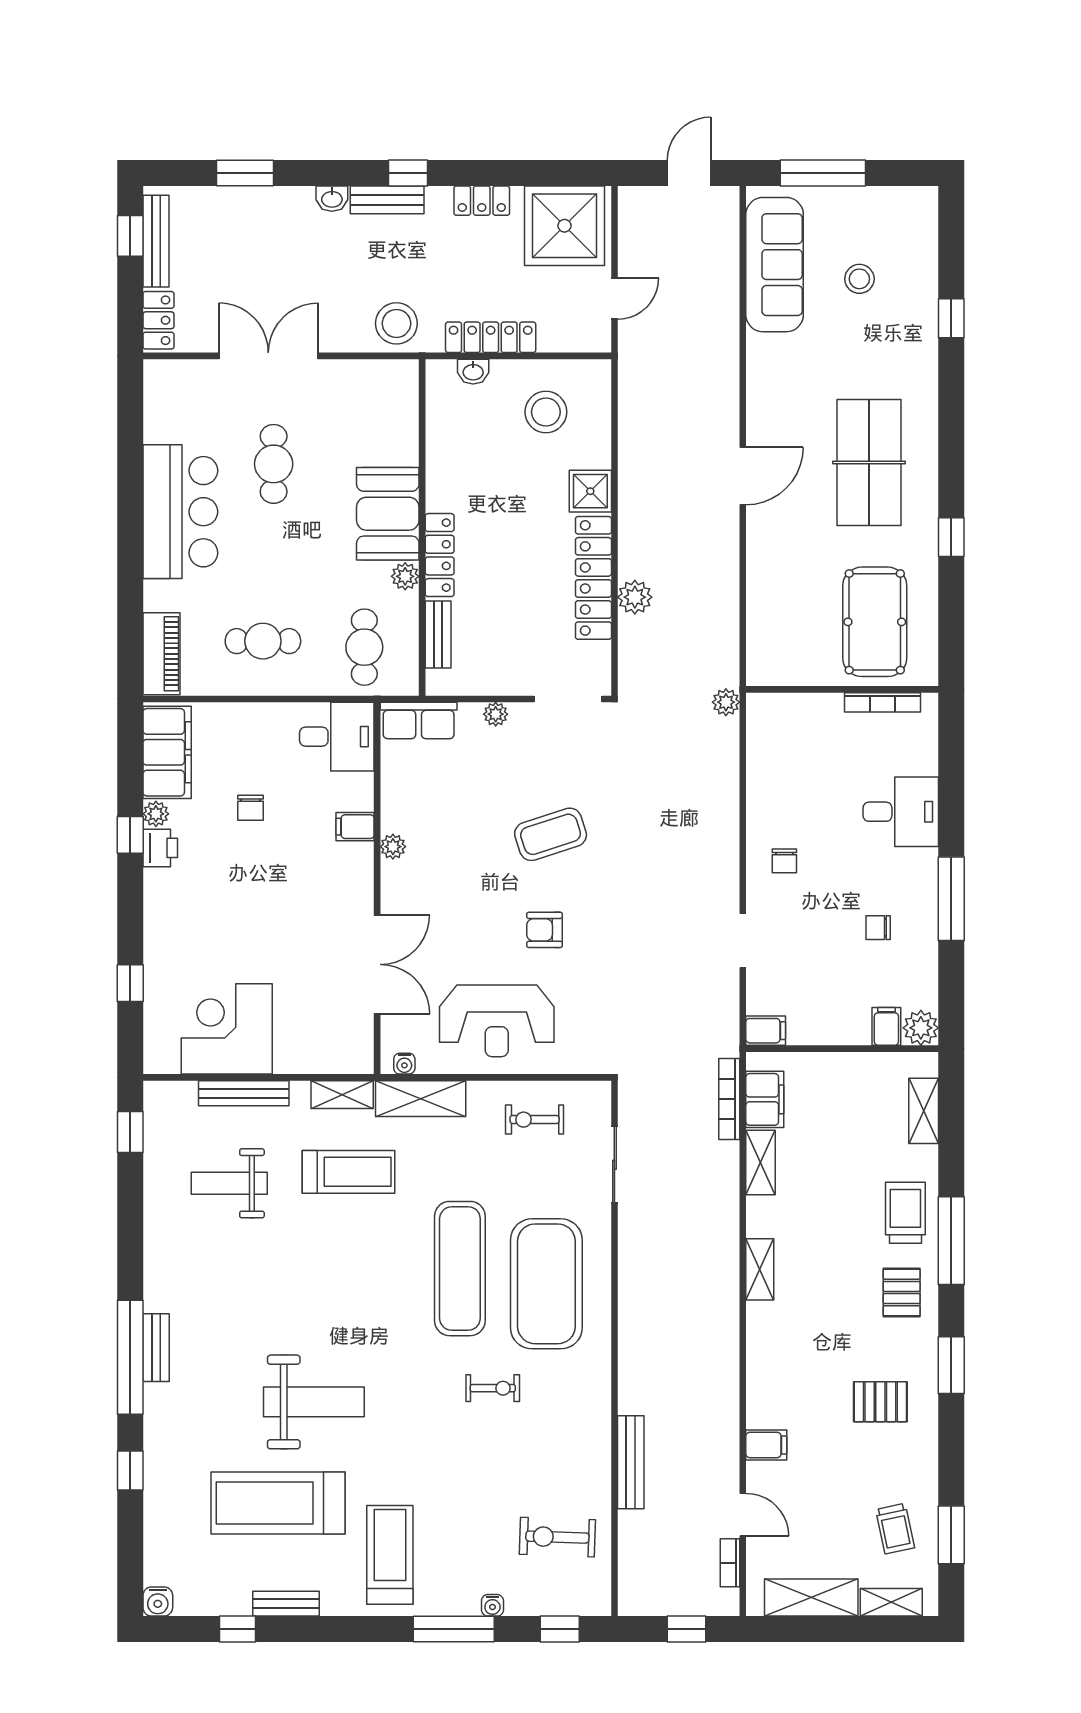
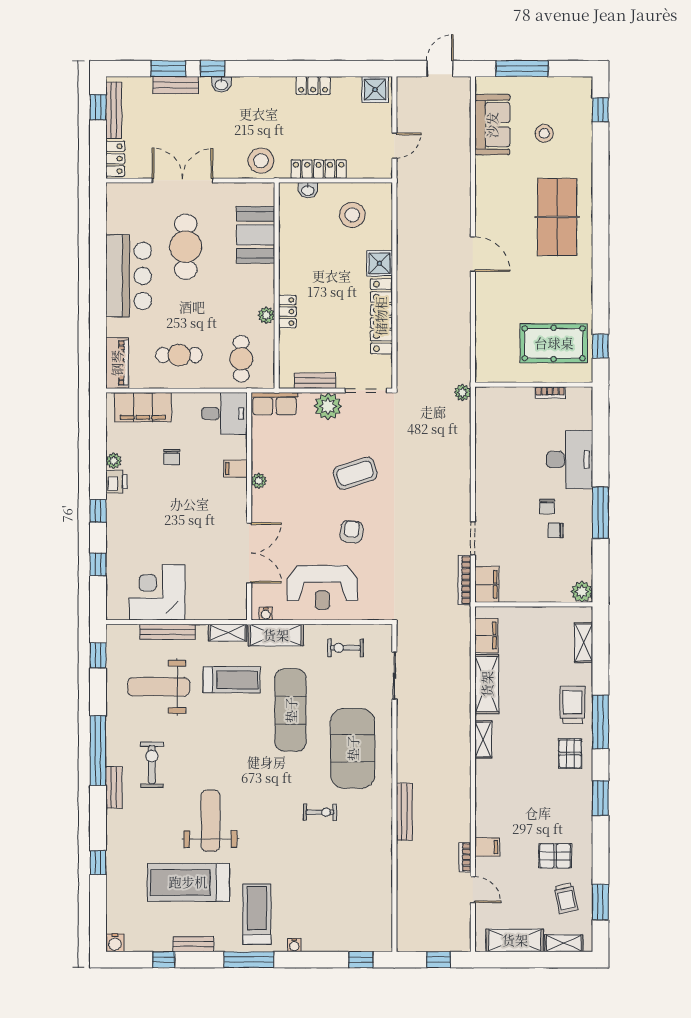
window: (408, 173) -> (213, 69), moved
bench: (387, 200) -> (176, 85), moved
shower: (565, 226) -> (375, 90), width x0.54, depth x0.54
sofa: (775, 265) -> (492, 125), width x0.73
window: (951, 318) -> (600, 110), moved
table tennis table: (869, 463) -> (557, 217), moved
cafe table: (274, 464) -> (186, 247), width x1.37, depth x1.35
door: (743, 476) -> (473, 254), hinge flipped
booth: (388, 514) -> (256, 235), moved
window: (951, 537) -> (600, 346), moved
locker: (440, 555) -> (287, 312), width x0.66
plant: (635, 597) -> (407, 328), removed
pool table: (875, 622) -> (554, 343), turned 90
bench: (438, 635) -> (315, 381), moved, turned 90
bookcase: (883, 702) -> (550, 392), width x0.64
plant: (496, 714) -> (328, 406), width x1.88, depth x1.88
filing cabinet: (167, 752) -> (143, 407), moved, turned 90
desk: (901, 812) -> (570, 459), width x1.37
window: (130, 835) -> (98, 511), moved
chair: (784, 861) -> (547, 506), moved
armchair: (545, 930) -> (352, 532), turned 97
filing cabinet: (886, 1026) -> (561, 591), removed
filing cabinet: (766, 1031) -> (487, 584), width x2.00
bookcase: (729, 1099) -> (465, 580), moved
shelving: (761, 1163) -> (487, 684), width x1.50, depth x1.33
weight bench: (229, 1183) -> (159, 687), width x1.36, depth x1.33
exercise mat: (460, 1269) -> (291, 710), moved
window: (130, 1357) -> (98, 751), moved
weight bench: (314, 1402) -> (210, 821), turned -90
pallet: (880, 1402) -> (555, 856), moved
bench: (631, 1462) -> (404, 812), moved
exercise bike: (557, 1537) -> (152, 765), moved, turned 88
bookcase: (730, 1563) -> (465, 857), moved
water cooler: (492, 1605) -> (294, 945), moved
window: (454, 1629) -> (249, 960), moved

